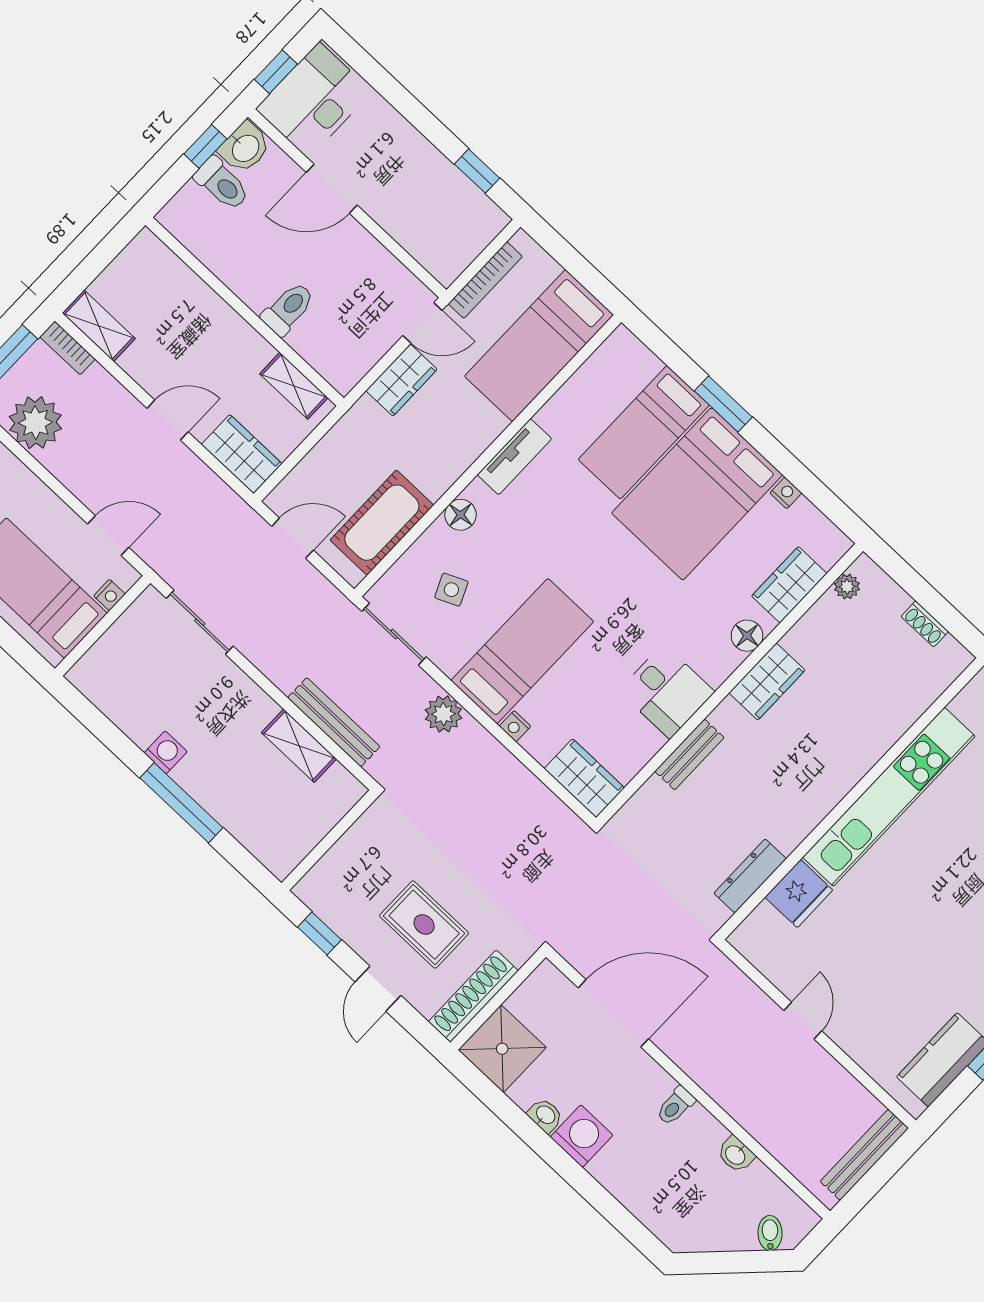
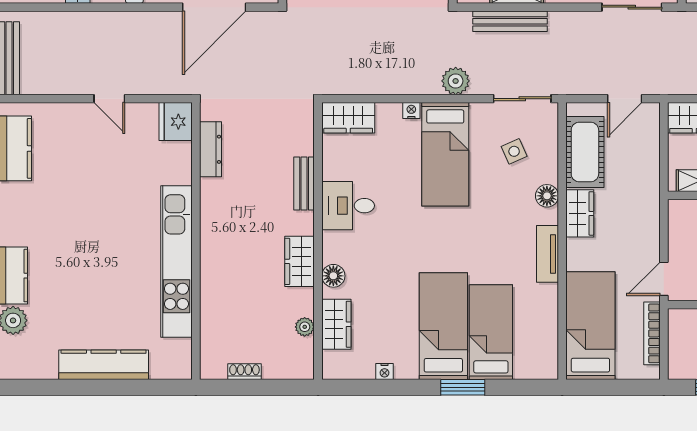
wardrobe: (402, 380) -> (580, 213), moved, turned 180
bed: (697, 494) -> (443, 326), width x0.67
plant: (847, 587) -> (305, 327), moved
fridge: (799, 894) -> (176, 122), moved

